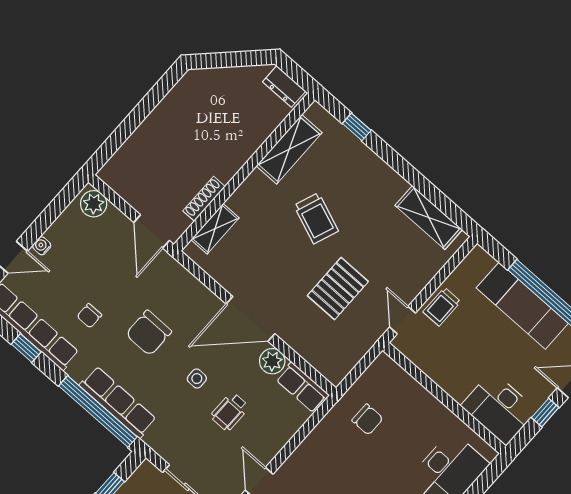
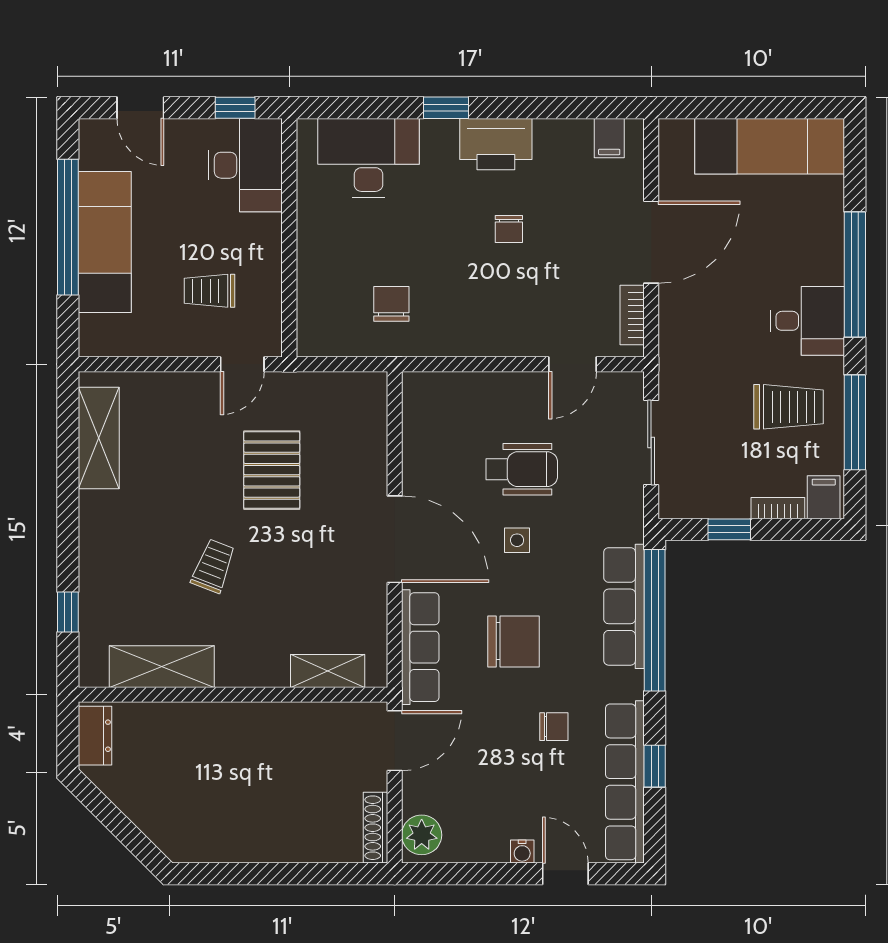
shoe rack: (204, 199) -> (376, 828), moved, turned 90
trolley: (316, 218) -> (213, 566), width x0.73, depth x0.72
pallet: (338, 289) -> (272, 470), turned 90
trolley: (442, 307) -> (210, 291), moved, turned 180
plant: (272, 361) -> (421, 472), removed
row of seats: (302, 387) -> (420, 647), moved, width x1.48
wheelchair: (230, 412) -> (522, 469), width x1.36, depth x1.37
window: (545, 413) -> (235, 108), moved

